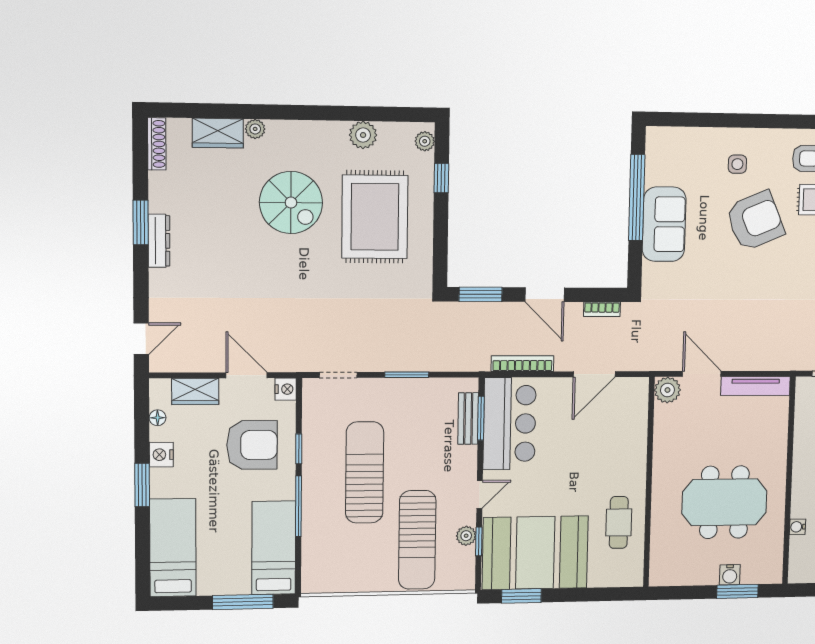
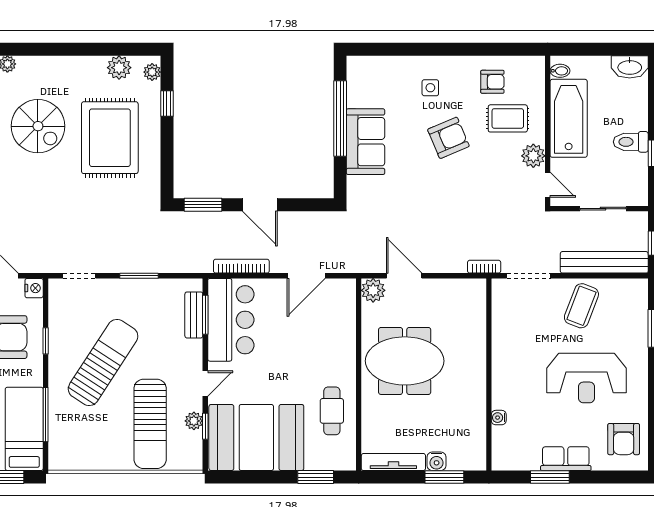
plant: (363, 135) -> (119, 68), moved
armchair: (755, 221) -> (448, 138), width x0.73, depth x0.73
bookcase: (602, 309) -> (484, 267), moved, turned 180
tv unit: (756, 386) -> (393, 462), moved, turned 180
sun lounger: (365, 472) -> (103, 362), turned 33
meeting table: (724, 502) -> (405, 361), moved
window: (298, 506) -> (46, 415), moved
window: (521, 596) -> (316, 477), moved

